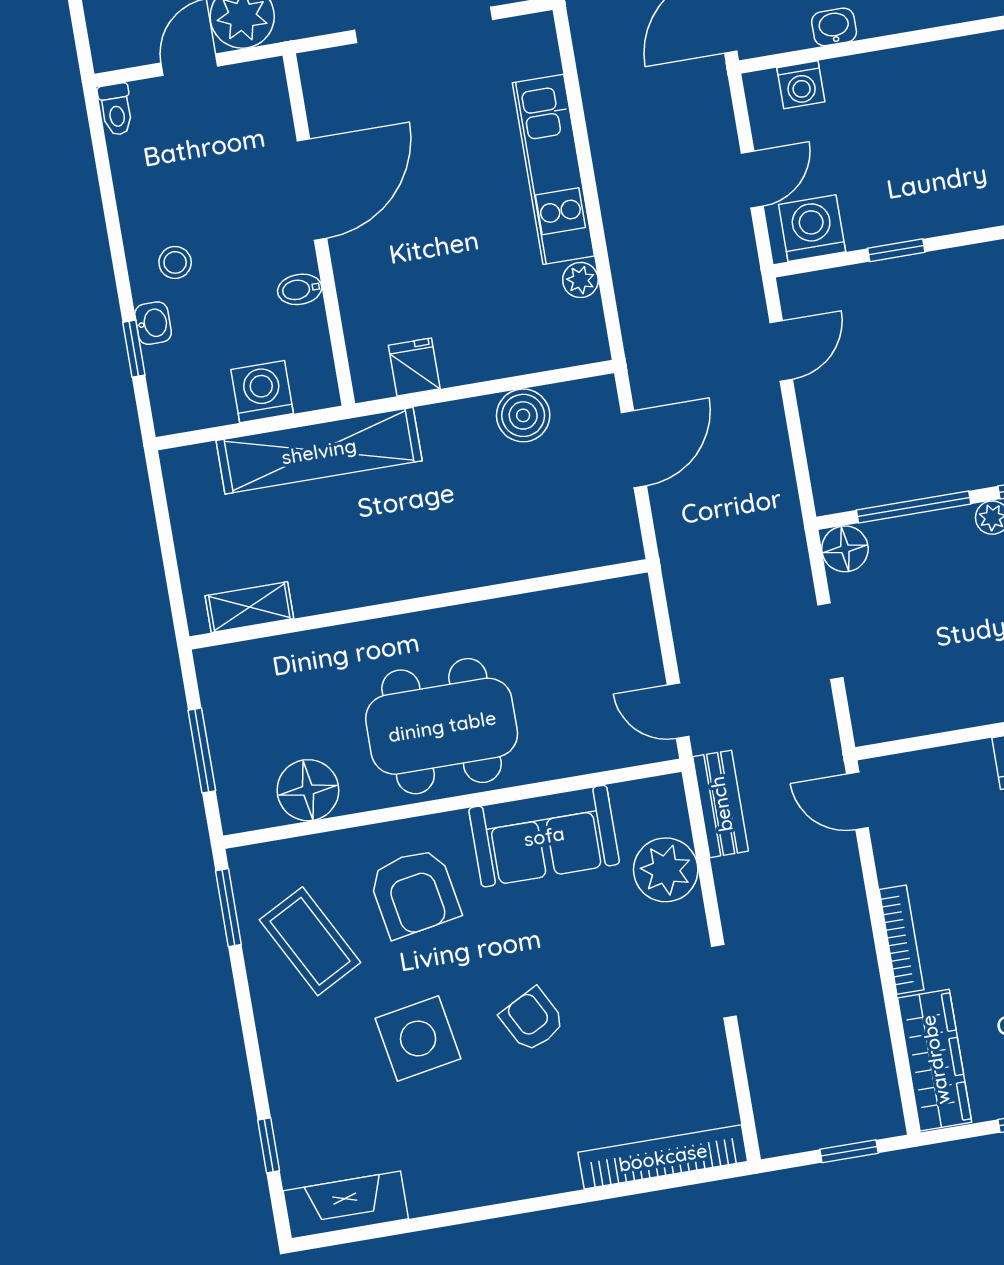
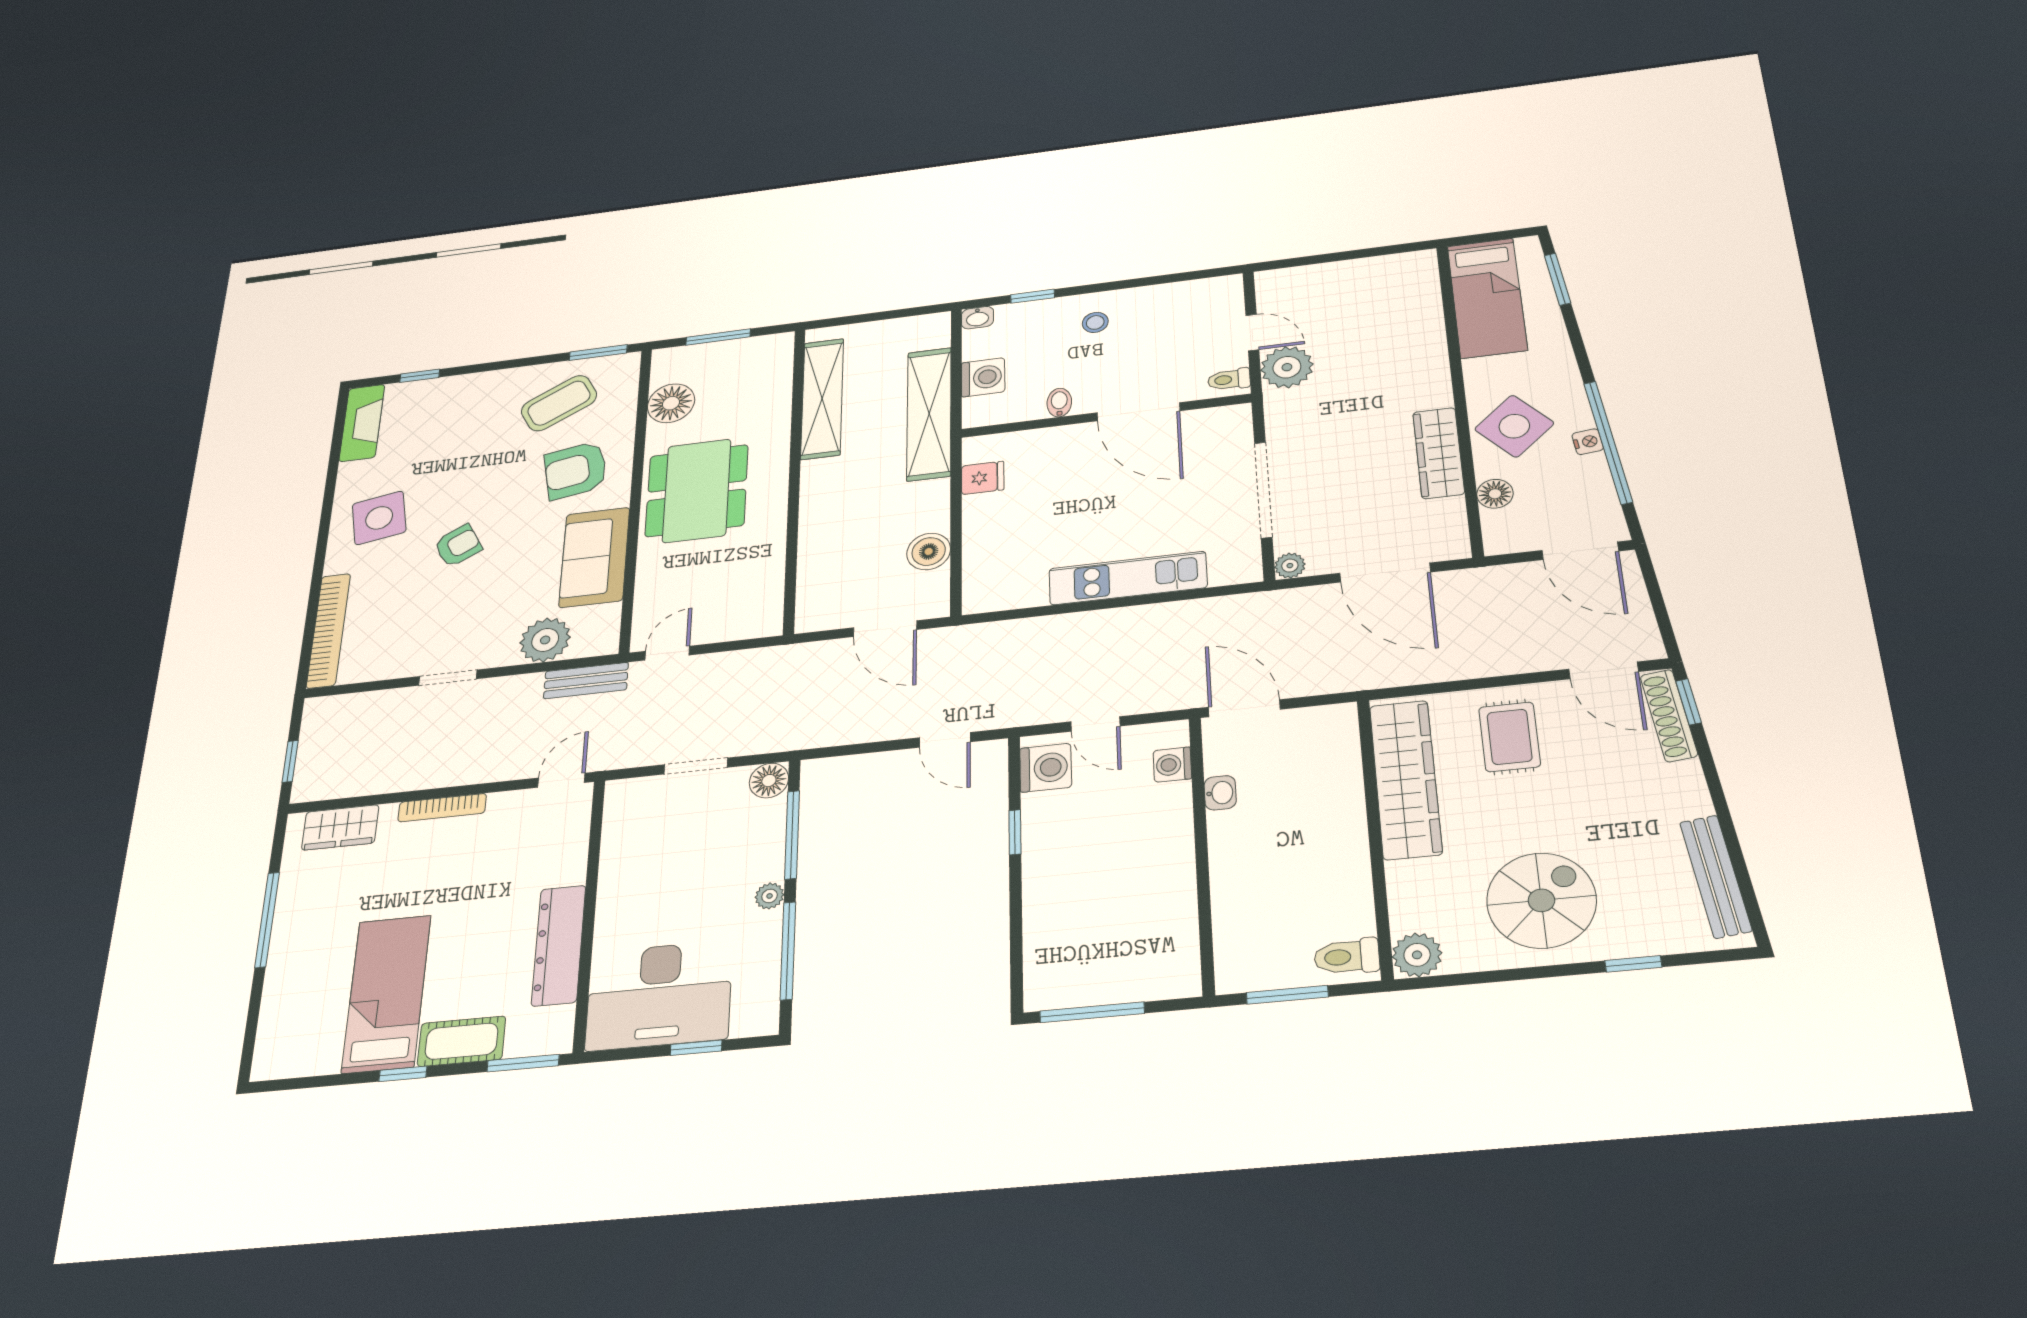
toilet: (116, 109) -> (1229, 379), moved
plant: (580, 280) -> (1032, 595), removed
washbasin: (153, 323) -> (977, 318), moved
shelving: (249, 607) -> (822, 399), width x2.20, depth x1.33
side table: (418, 1038) -> (379, 518), moved
wardrobe: (935, 1060) -> (340, 827), width x0.67

